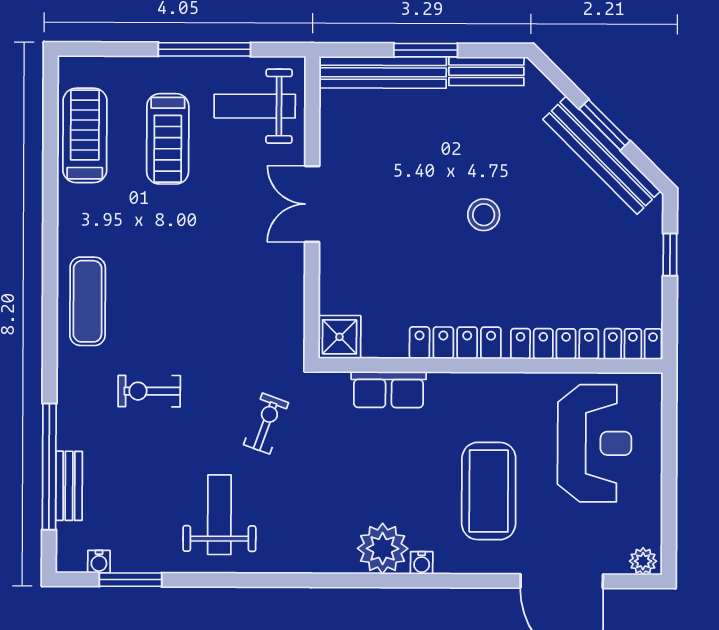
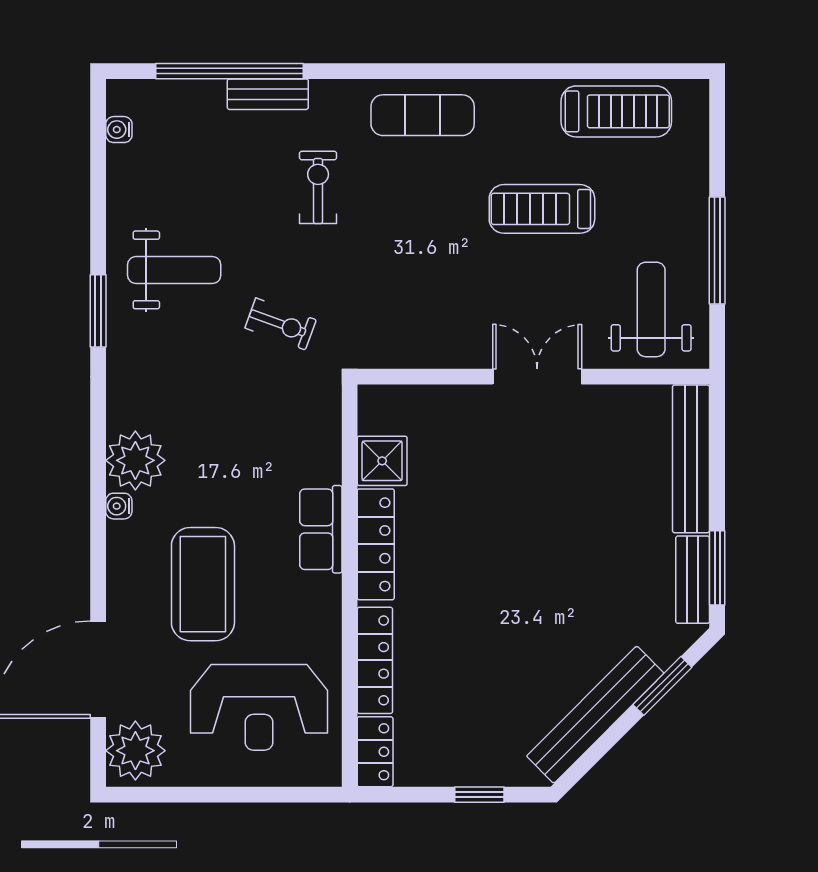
window: (426, 50) -> (717, 568), moved
window: (605, 125) -> (662, 686), moved
treadmill: (168, 139) -> (542, 209), moved
stool: (484, 215) -> (525, 577), removed
shower: (339, 337) -> (382, 461), moved
row of seats: (389, 390) -> (321, 529), moved
bench: (69, 486) -> (268, 94), moved
coffee table: (489, 491) -> (203, 584), turned 90
plant: (643, 561) -> (135, 751), width x1.88, depth x1.88
window: (131, 580) -> (98, 311), moved

